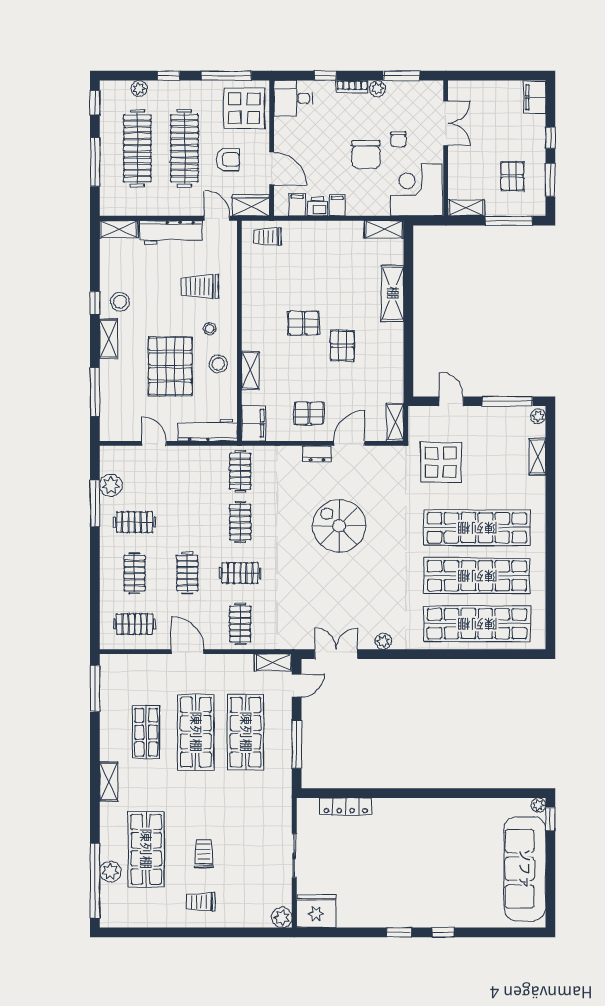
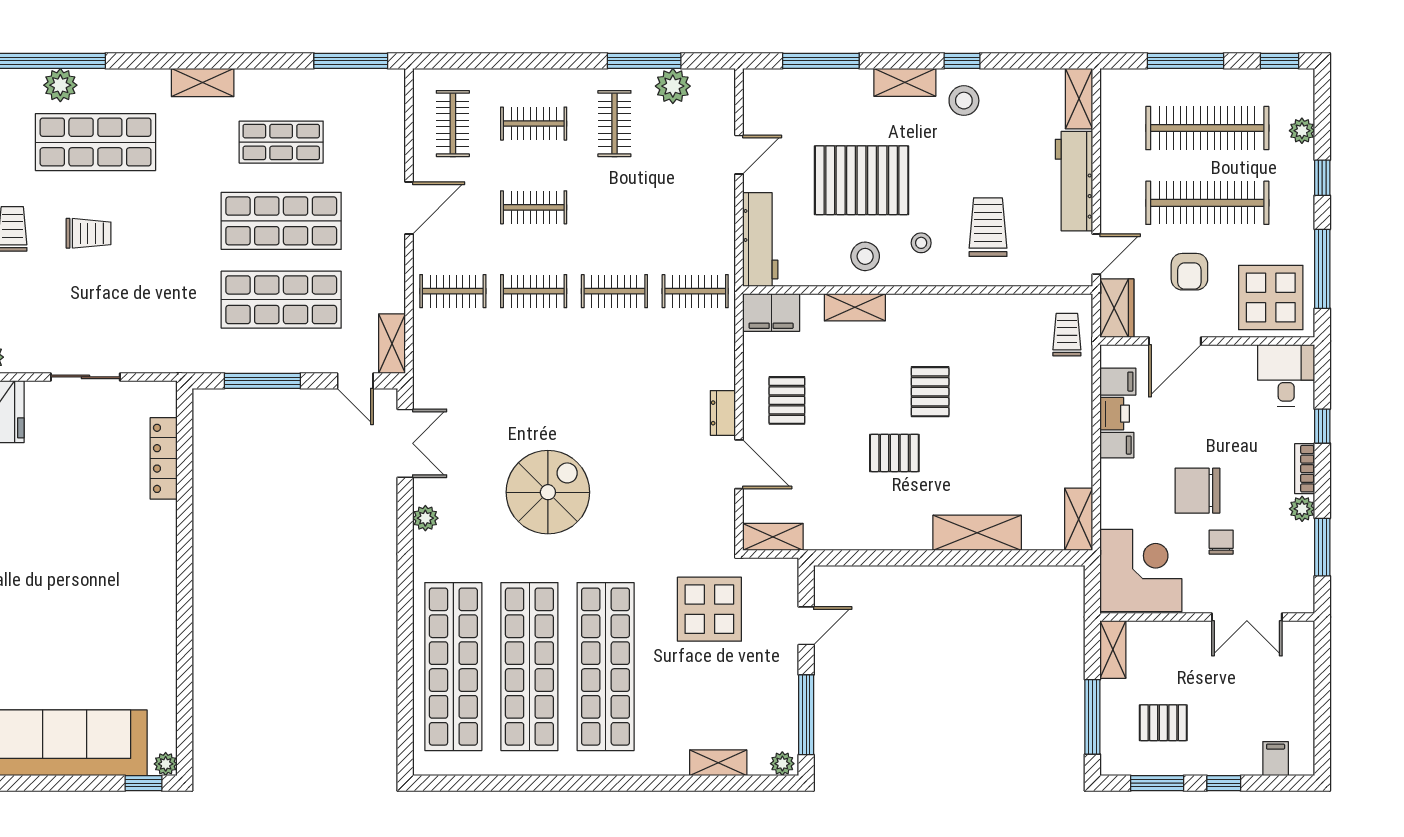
filing cabinet: (535, 97) -> (1276, 759), width x0.50
chair: (398, 140) -> (1221, 542), turned 90
spiral stairs: (339, 526) -> (548, 492), moved
clothes rail: (240, 573) -> (534, 291), turned 90

